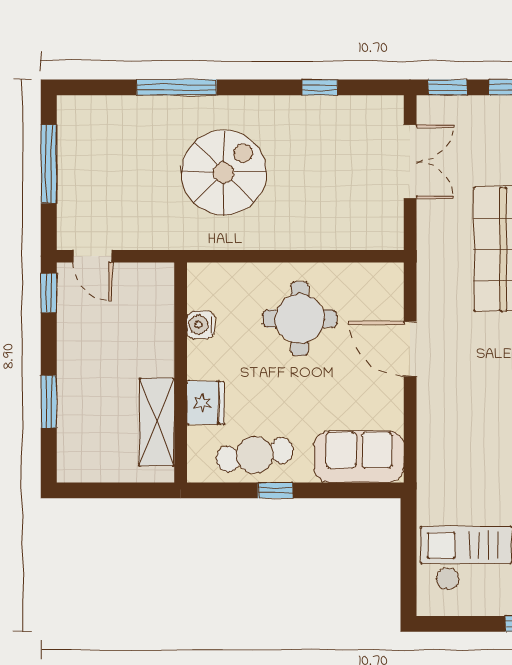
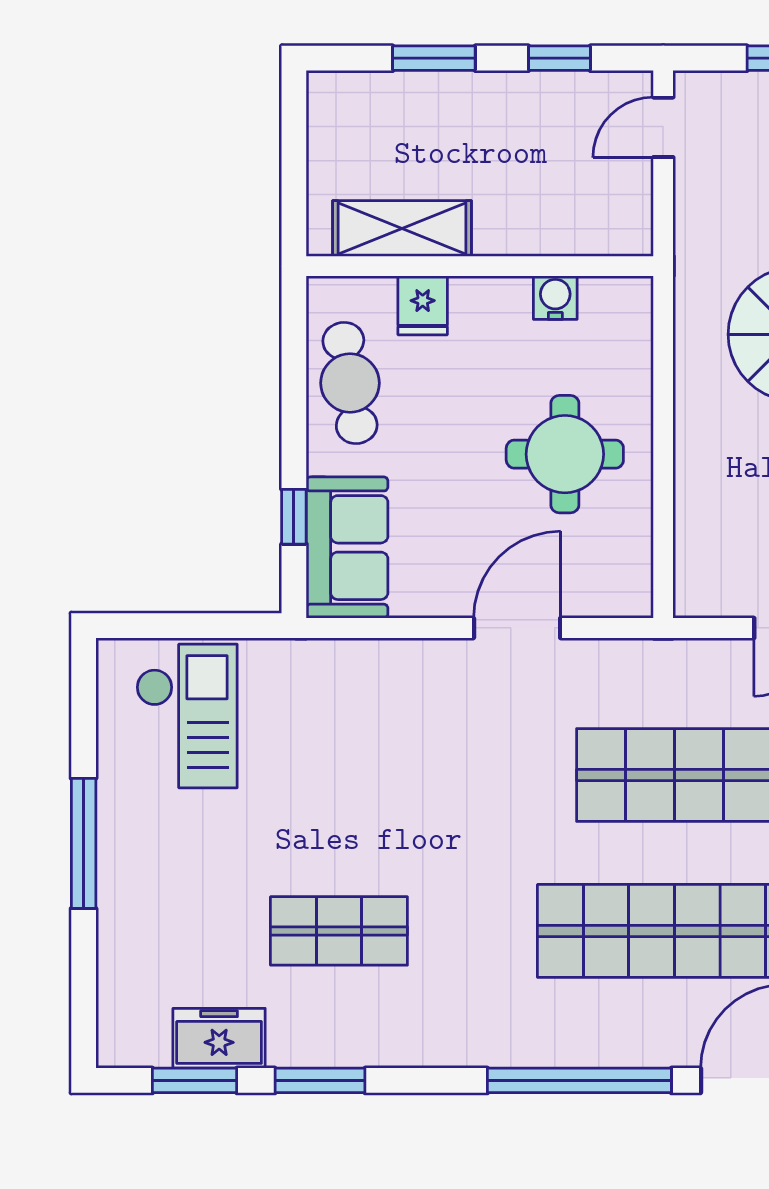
window: (49, 293) -> (559, 58), moved
fridge: (205, 403) -> (423, 305), width x0.72
window: (275, 490) -> (294, 517), moved

